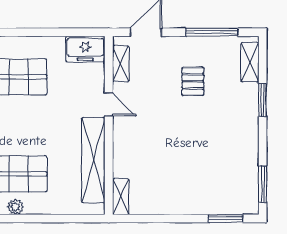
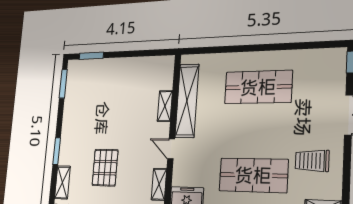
pallet: (193, 81) -> (105, 168), width x1.50, depth x1.42
shelving: (121, 197) -> (165, 106), moved
plant: (16, 207) -> (254, 58), removed

